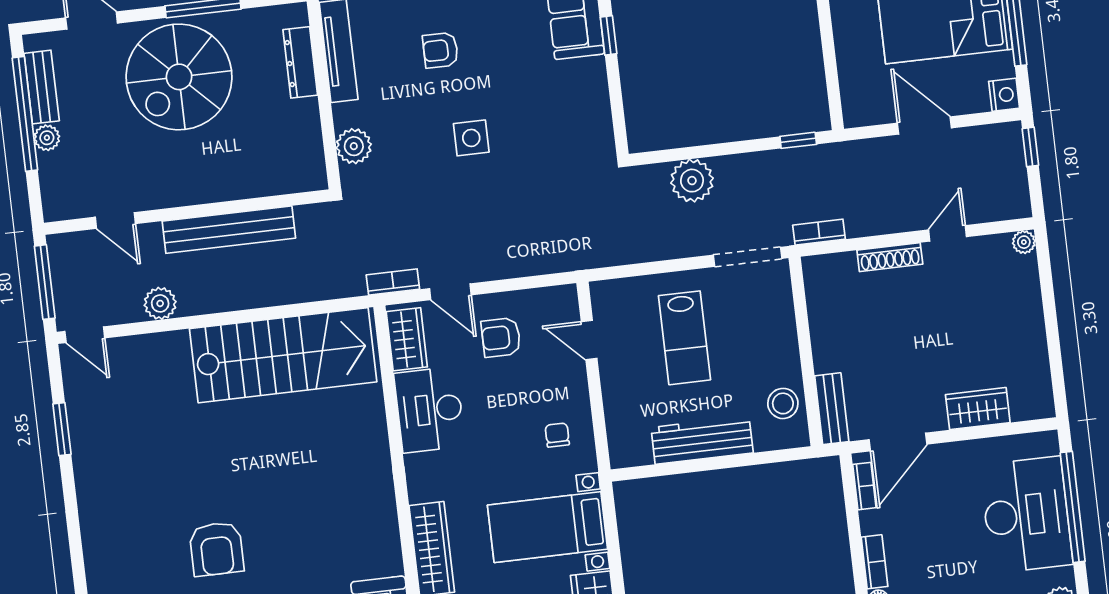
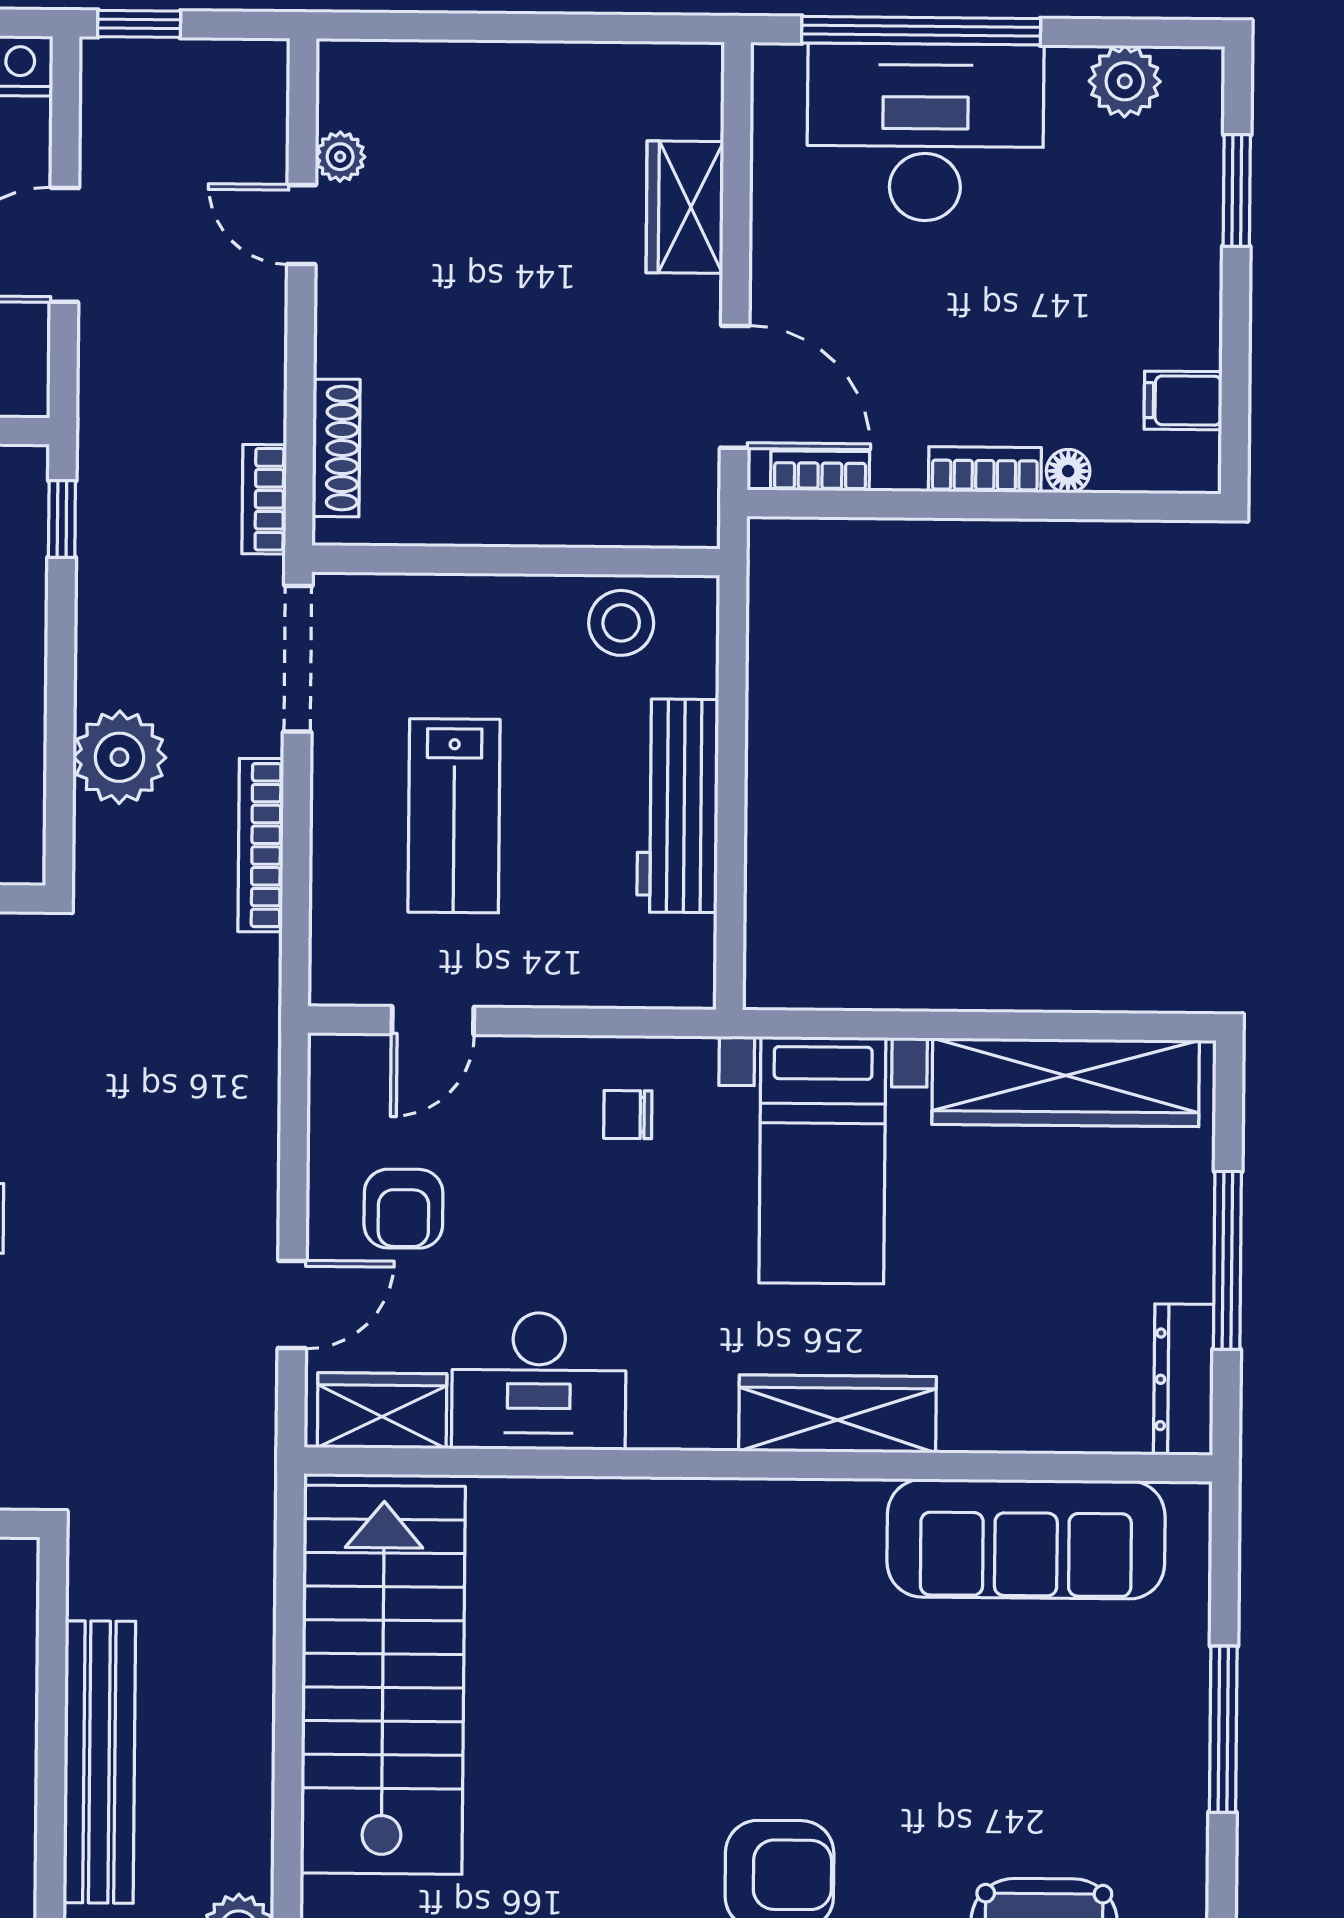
plant: (1024, 242) -> (340, 157), moved
shoe rack: (890, 257) -> (336, 448), moved
bookcase: (393, 282) -> (261, 845), moved, width x1.56
lab bench: (685, 338) -> (454, 816), turned 90
bench: (832, 409) -> (646, 520), removed

